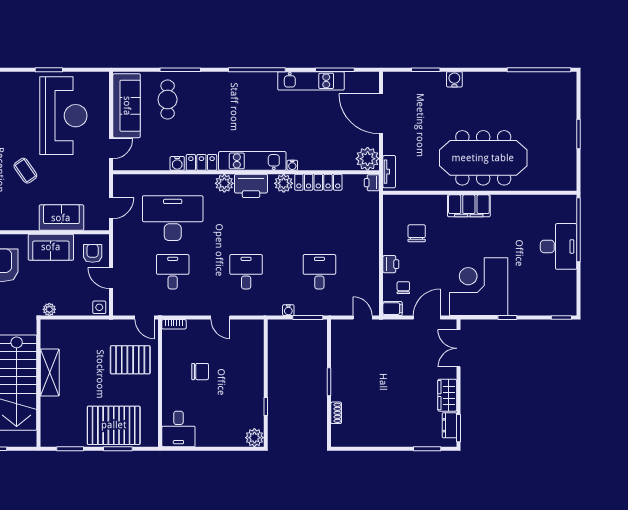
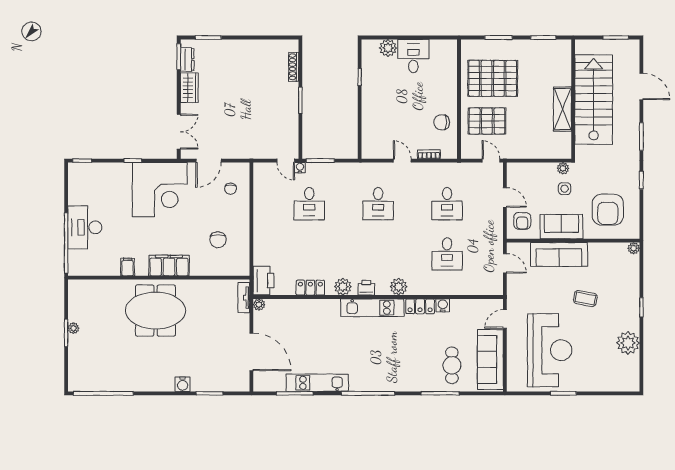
reception desk: (63, 116) -> (550, 350), turned 180
plant: (571, 139) -> (73, 328), added
meeting table: (483, 158) -> (155, 311), width x0.73
plant: (368, 159) -> (259, 305), width x0.53, depth x0.53
water cooler: (292, 165) -> (335, 304), removed
coffee table: (25, 171) -> (585, 299), turned -44
locker: (318, 182) -> (310, 288), width x0.66
printer: (372, 183) -> (263, 281), width x1.87, depth x1.48
printer: (251, 186) -> (366, 288), width x0.53, depth x0.68
door: (111, 208) -> (505, 263), swing flipped
sofa: (61, 218) -> (559, 254), width x1.36
desk: (173, 218) -> (447, 254), width x0.53, depth x0.77
printer: (391, 264) -> (242, 211), removed
side table: (99, 307) -> (565, 189), moved
filing cabinet: (393, 309) -> (128, 267), moved, turned 90
water cooler: (288, 310) -> (300, 168), moved
door: (145, 318) -> (491, 161), moved
door: (363, 318) -> (286, 161), moved
bookcase: (174, 324) -> (429, 154), moved
chair: (200, 372) -> (442, 122), moved
shoe rack: (336, 413) -> (294, 67), width x1.43
pallet: (114, 425) -> (493, 78), moved
desk: (178, 429) -> (413, 56), moved
plant: (254, 438) -> (388, 48), moved

